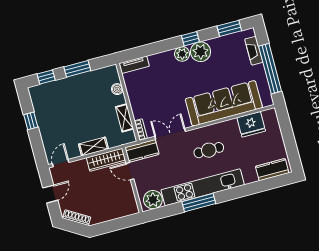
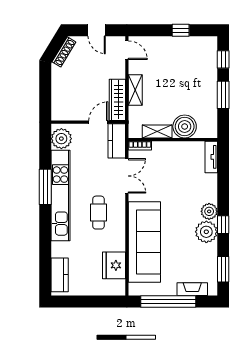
boiler: (117, 89) -> (185, 127), width x1.86, depth x1.86

